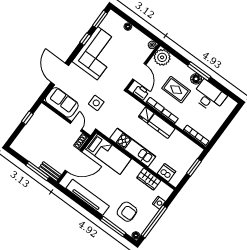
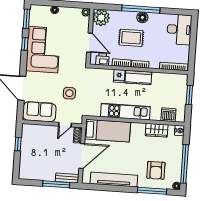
window: (199, 71) -> (141, 9), width x1.46
desk: (209, 96) -> (179, 29), moved, turned 90
door: (76, 126) -> (65, 125), swing flipped
nightstand: (159, 203) -> (179, 131), moved
armchair: (127, 212) -> (156, 170), turned 90

